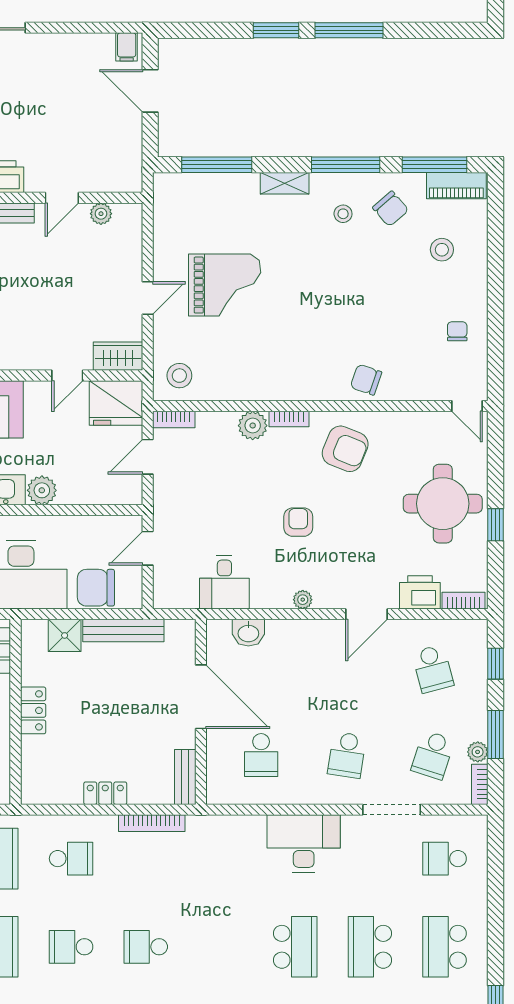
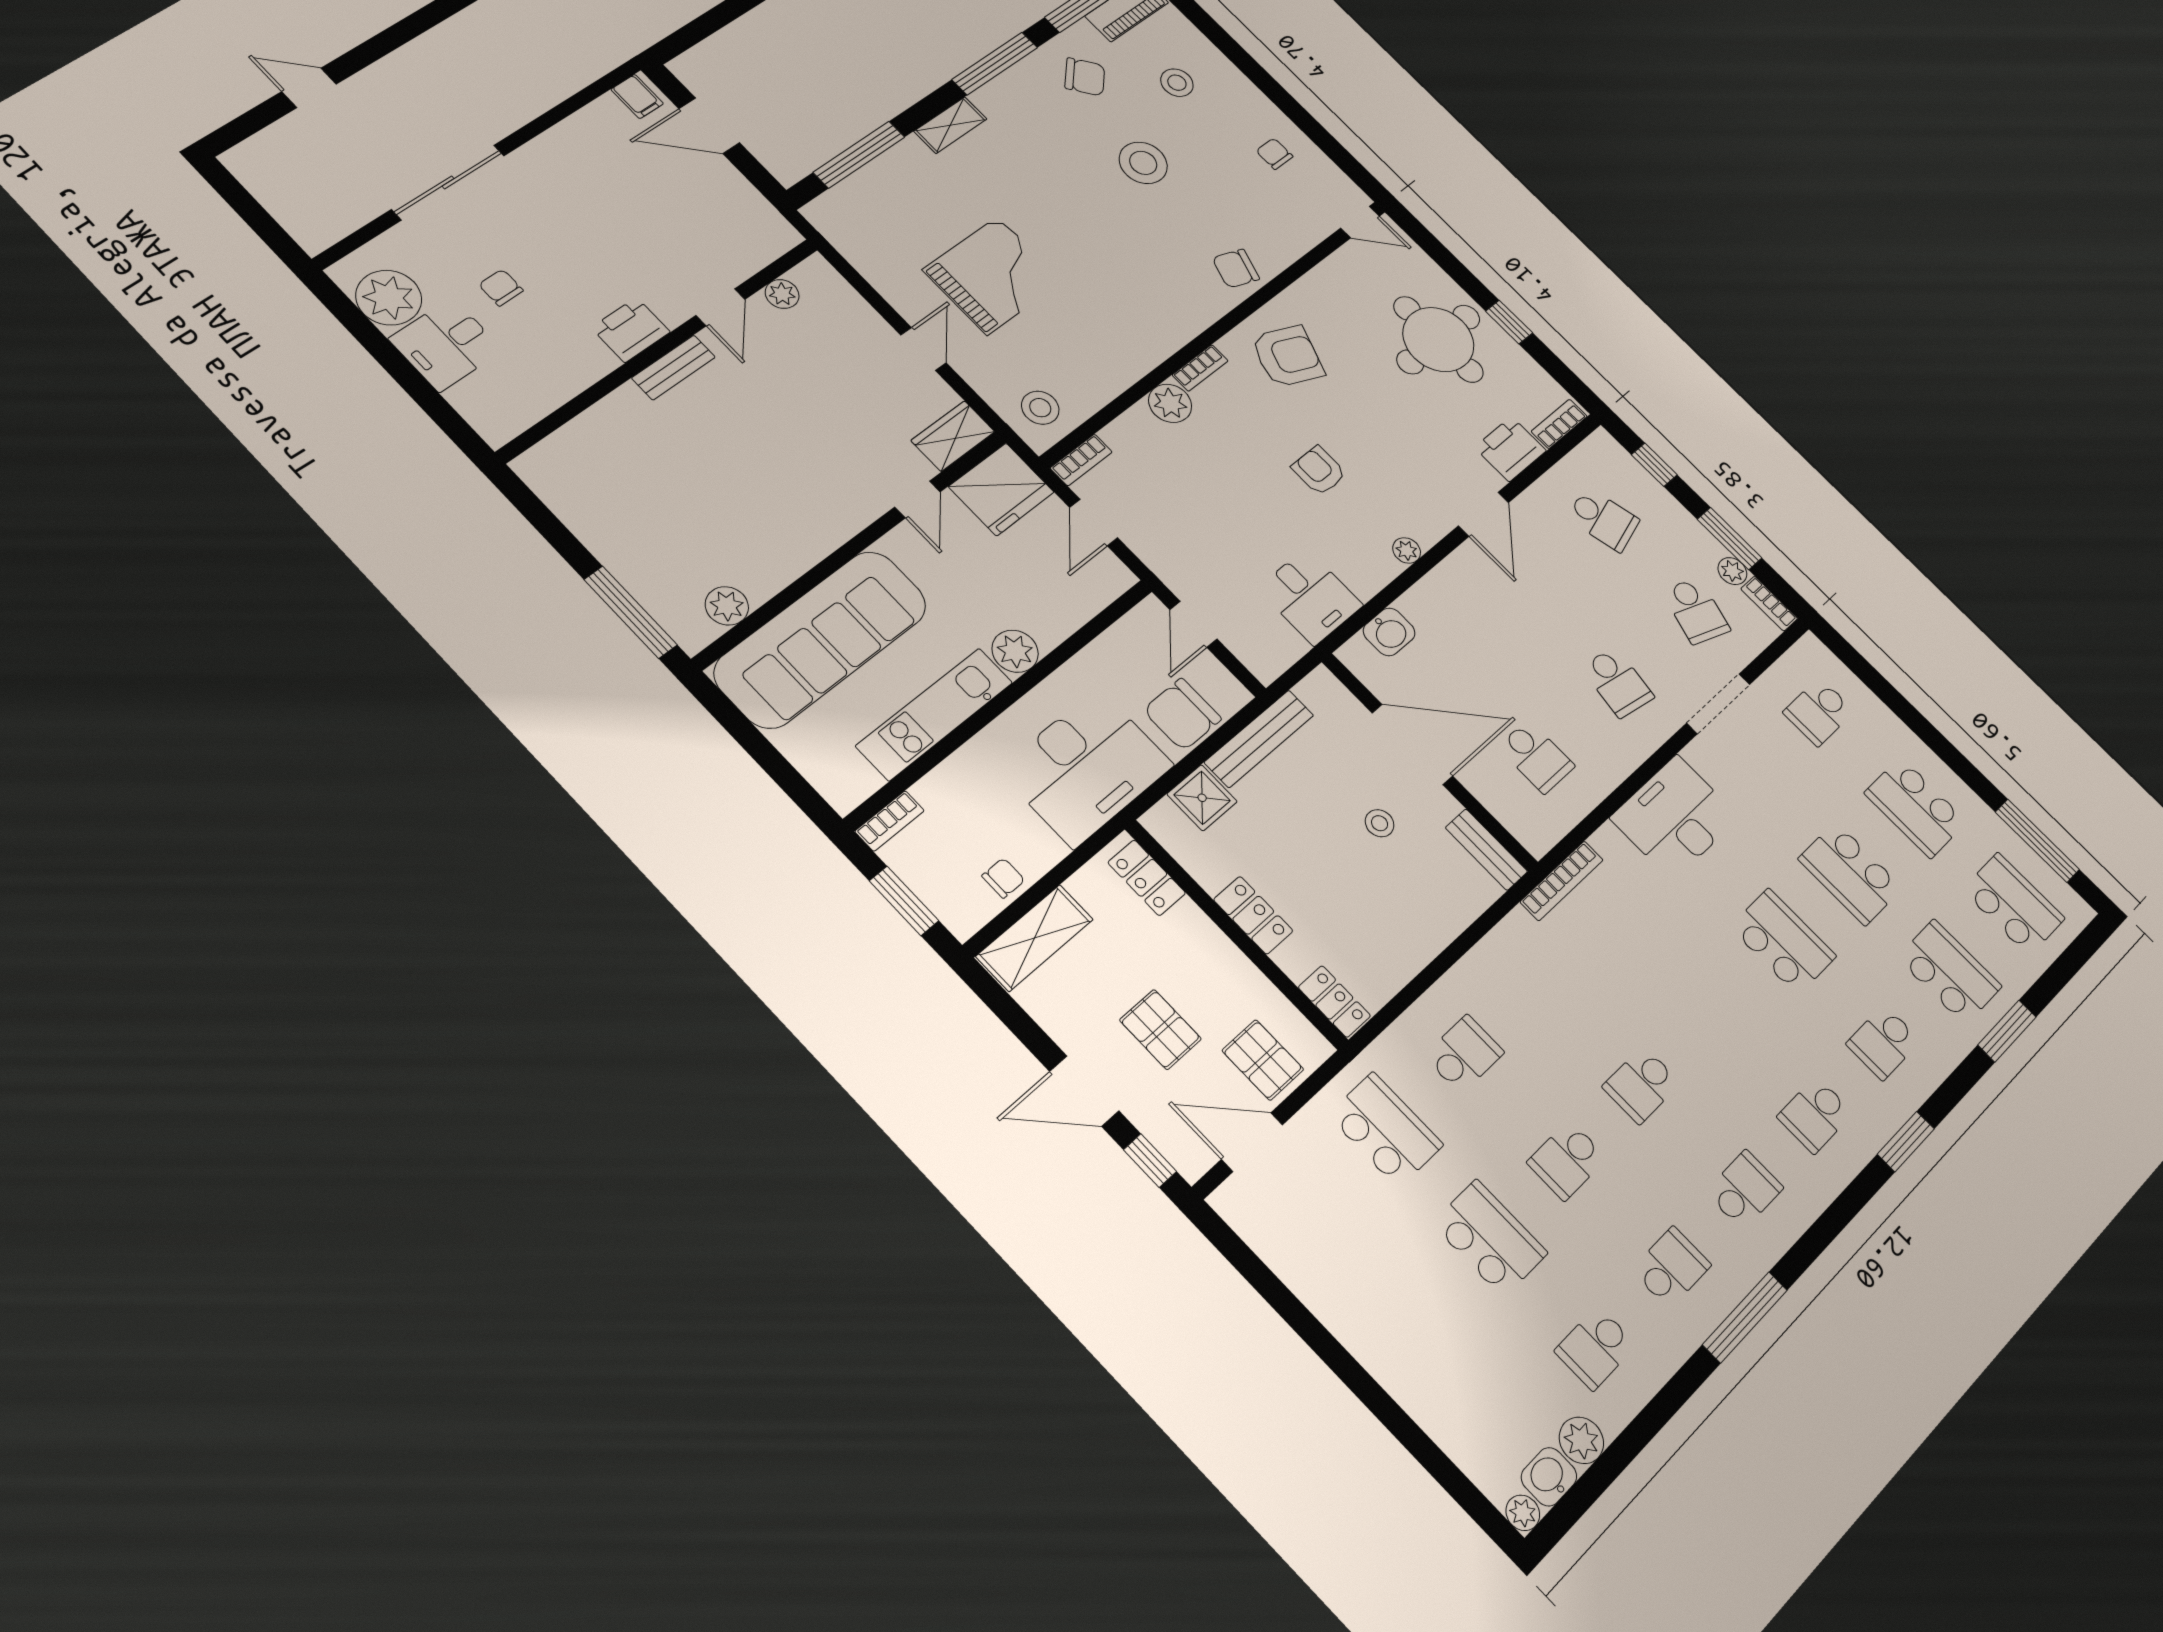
stool: (343, 214) -> (1143, 163), moved, width x1.89, depth x1.89
stool: (143, 720) -> (1380, 823), added
locker: (105, 793) -> (1334, 1002), moved, turned 90
bookcase: (152, 823) -> (1562, 881), moved

